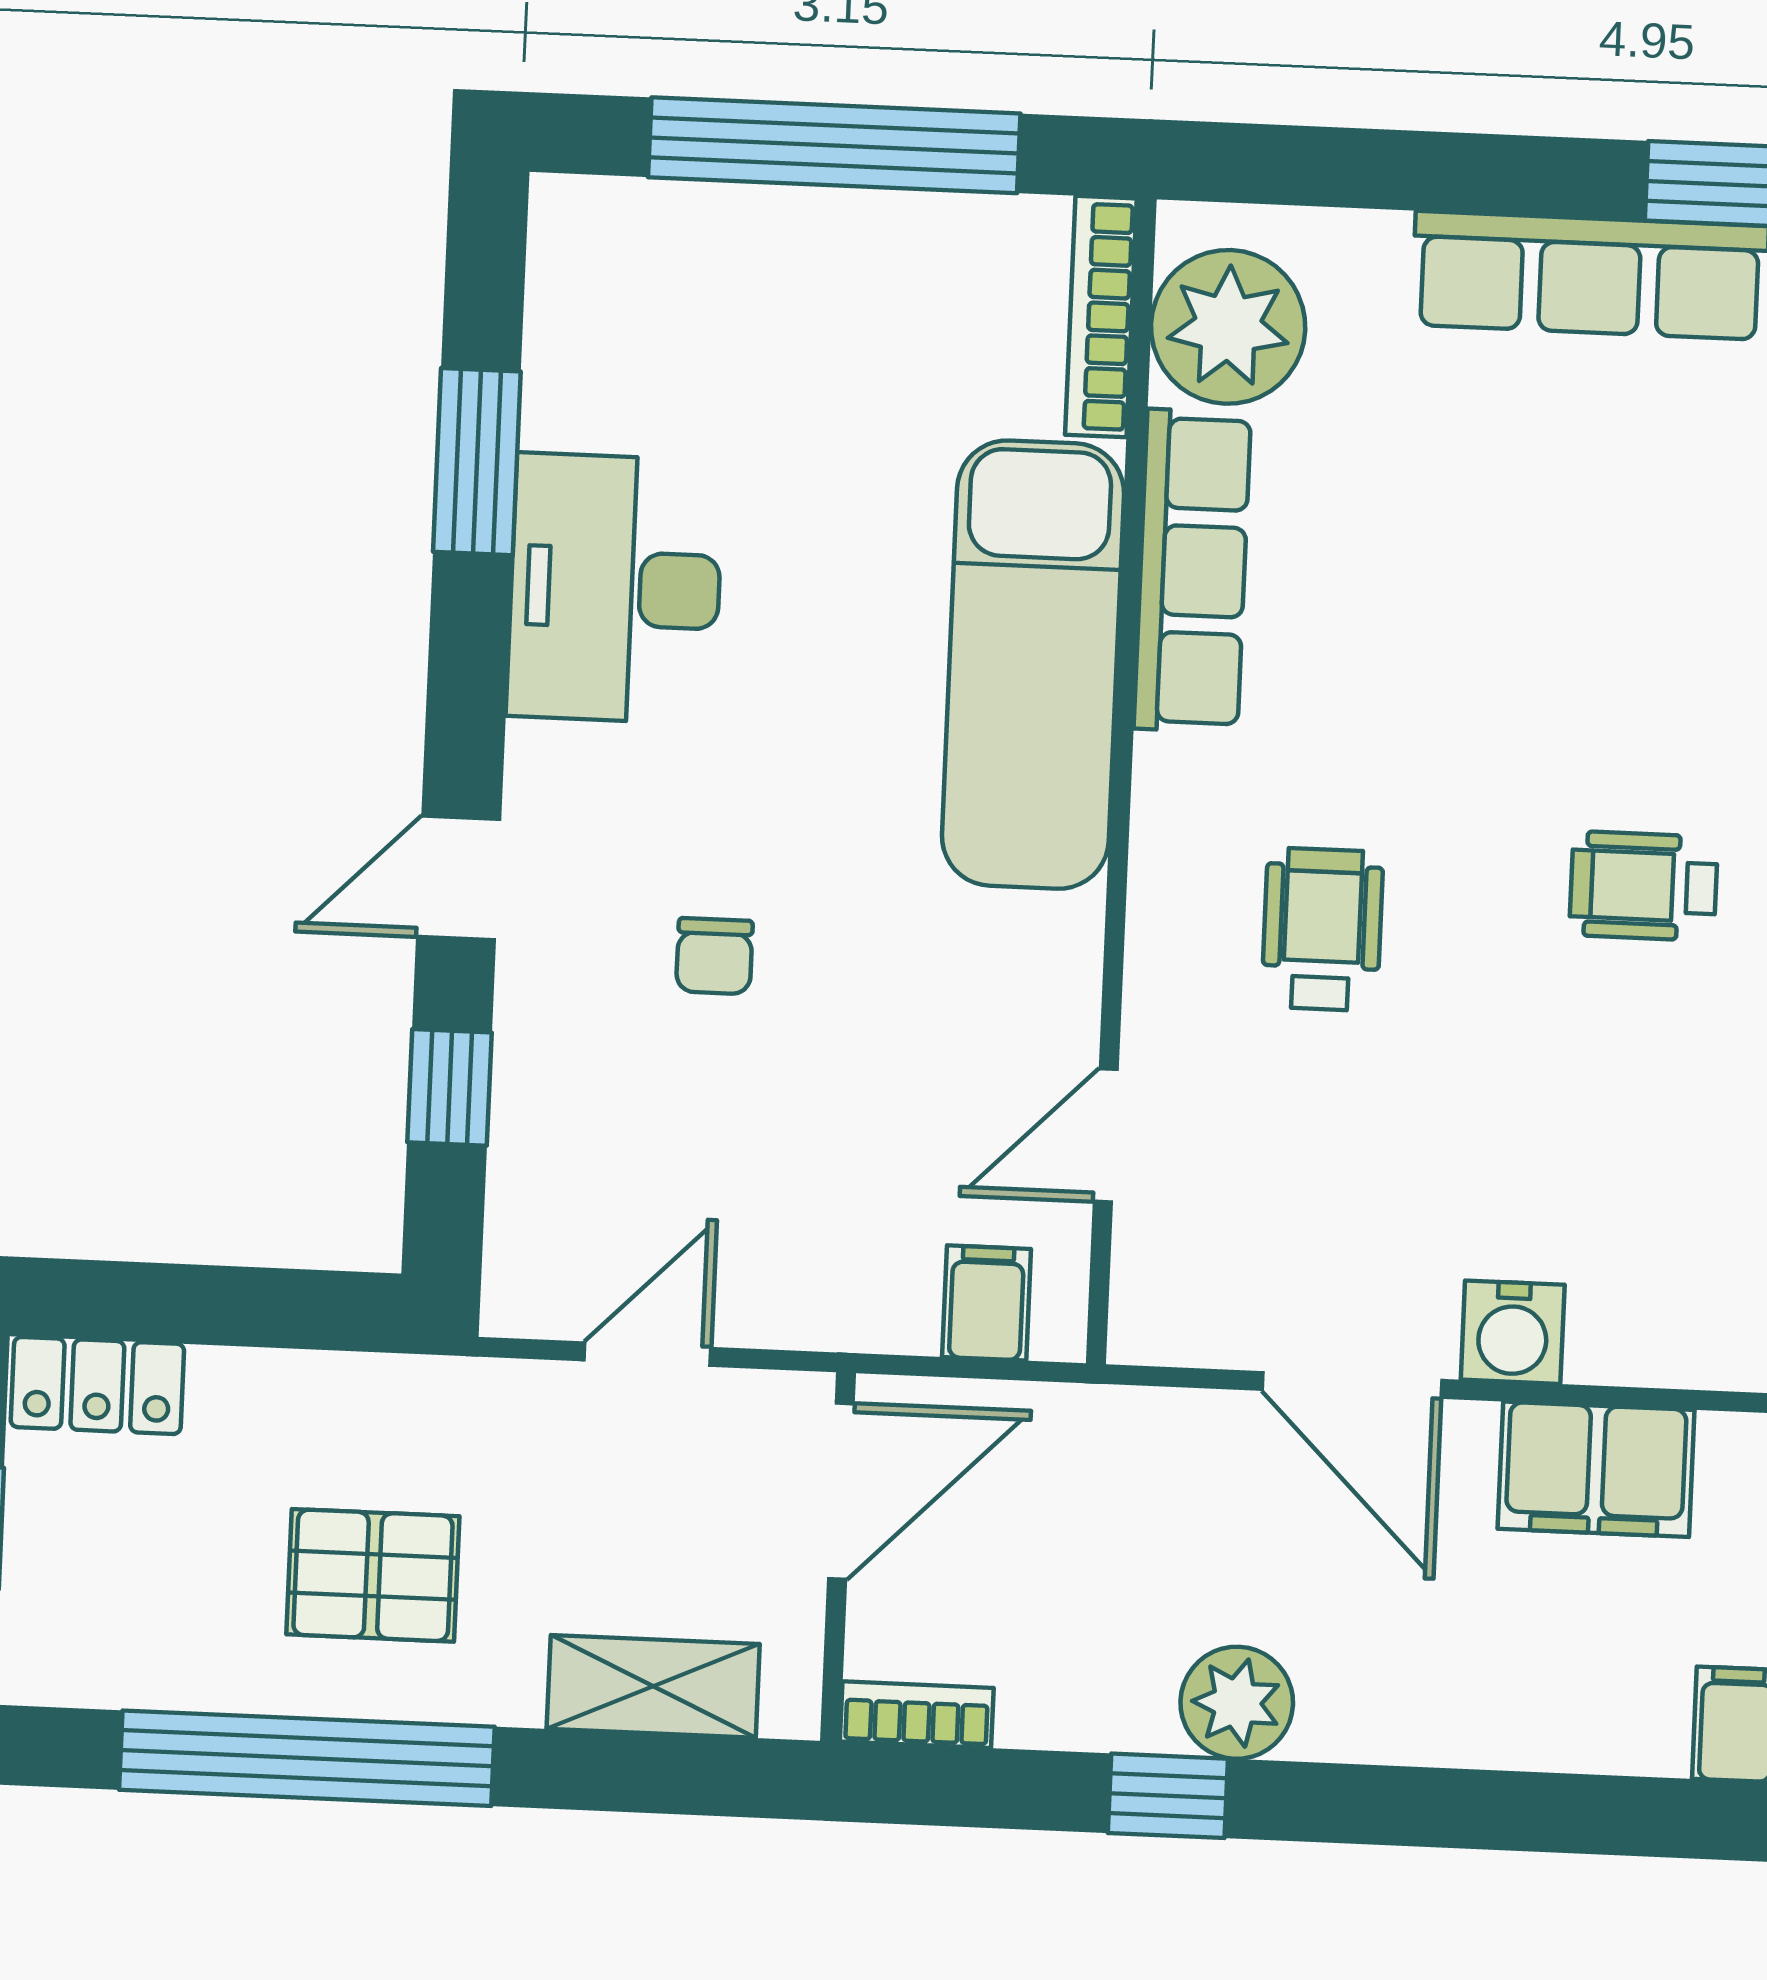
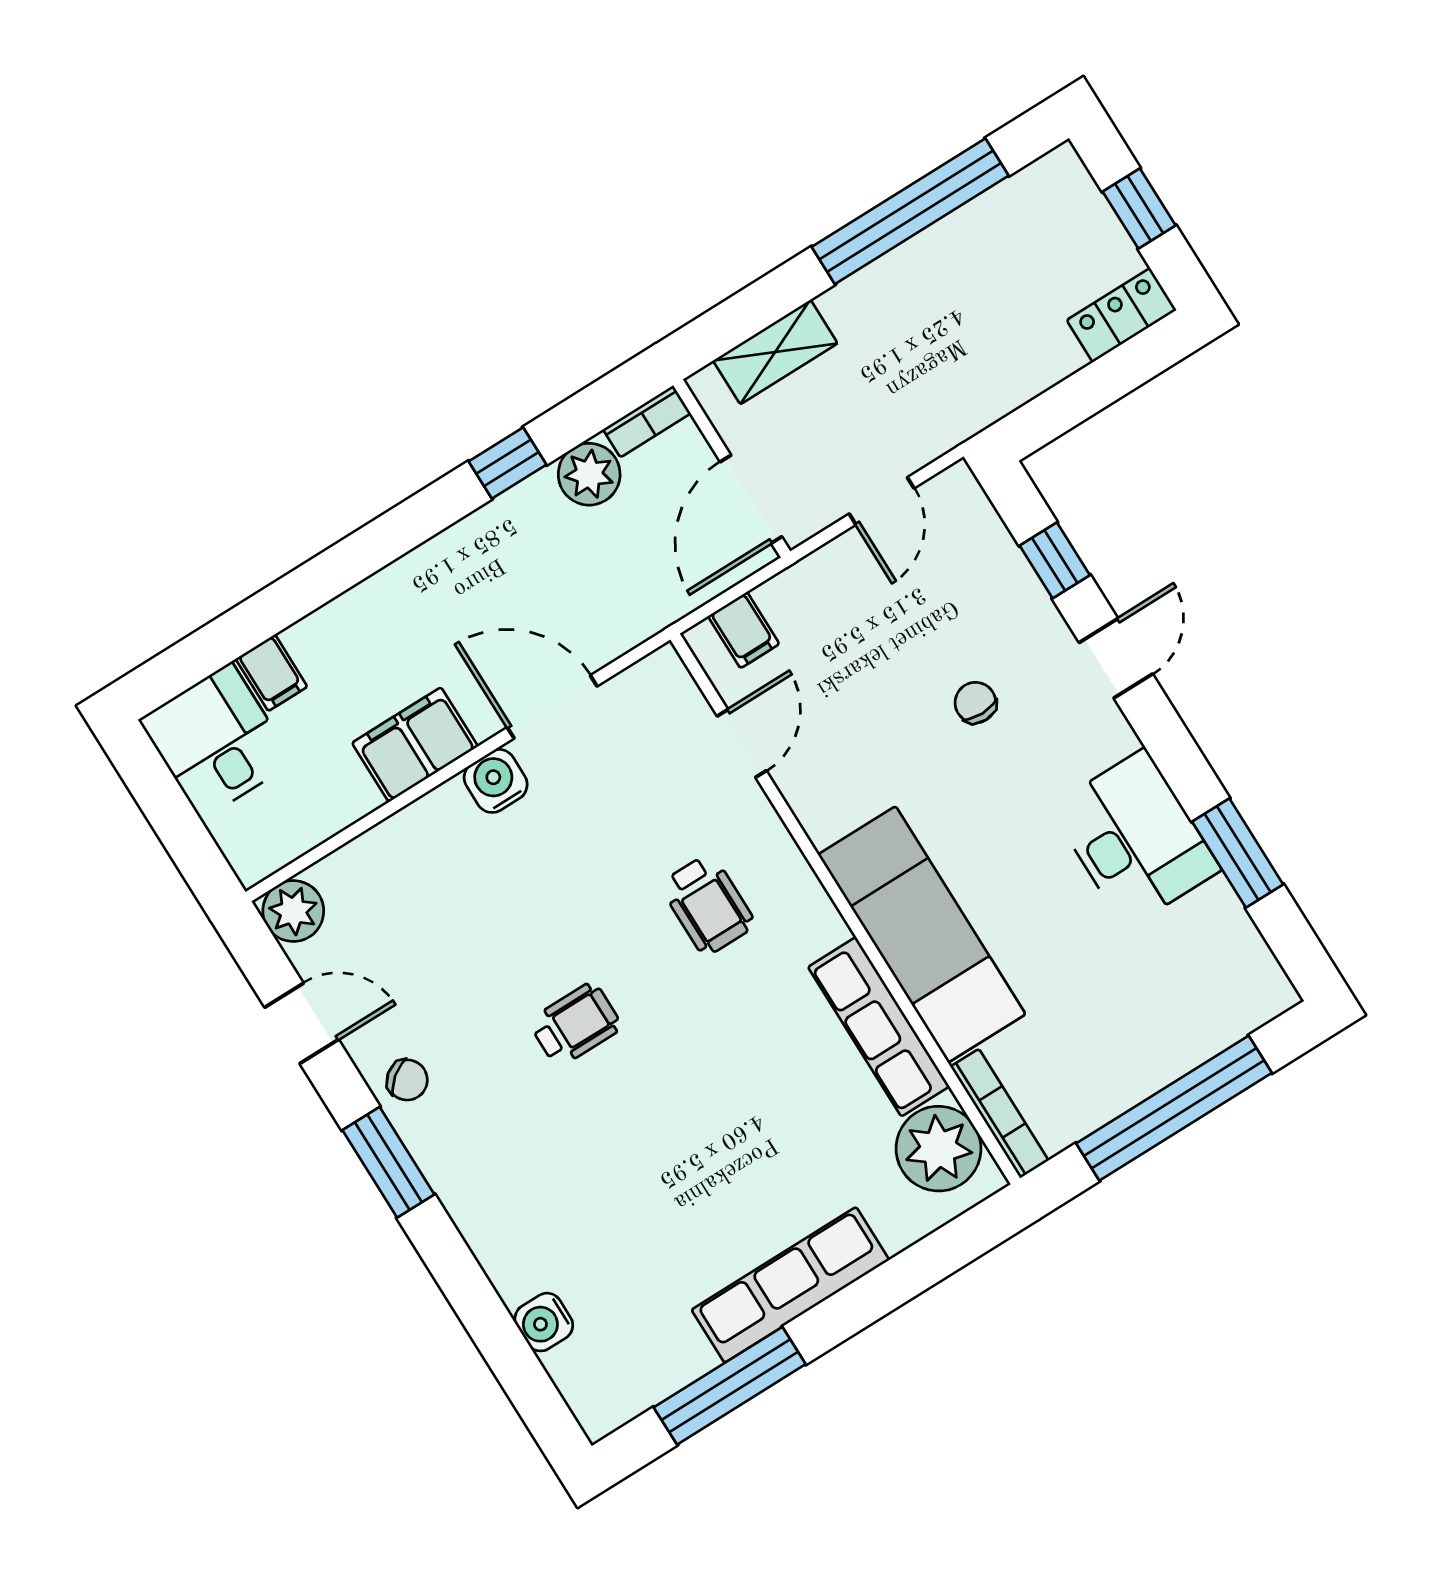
pallet: (373, 1575) -> (937, 315), removed
plant: (1237, 1703) -> (589, 474), moved

